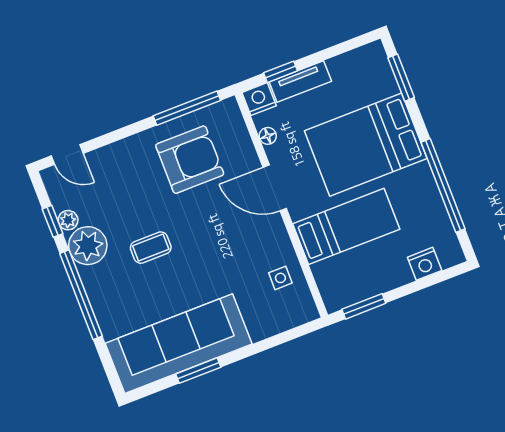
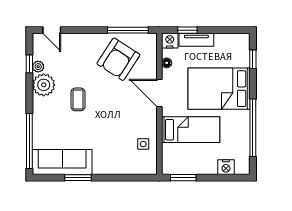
window: (401, 78) -> (253, 59), width x0.67
armchair: (190, 160) -> (118, 59), turned 123
coffee table: (151, 248) -> (78, 99), turned 90
window: (81, 295) -> (29, 141), moved
sofa: (179, 344) -> (62, 162), width x0.74, depth x0.79

